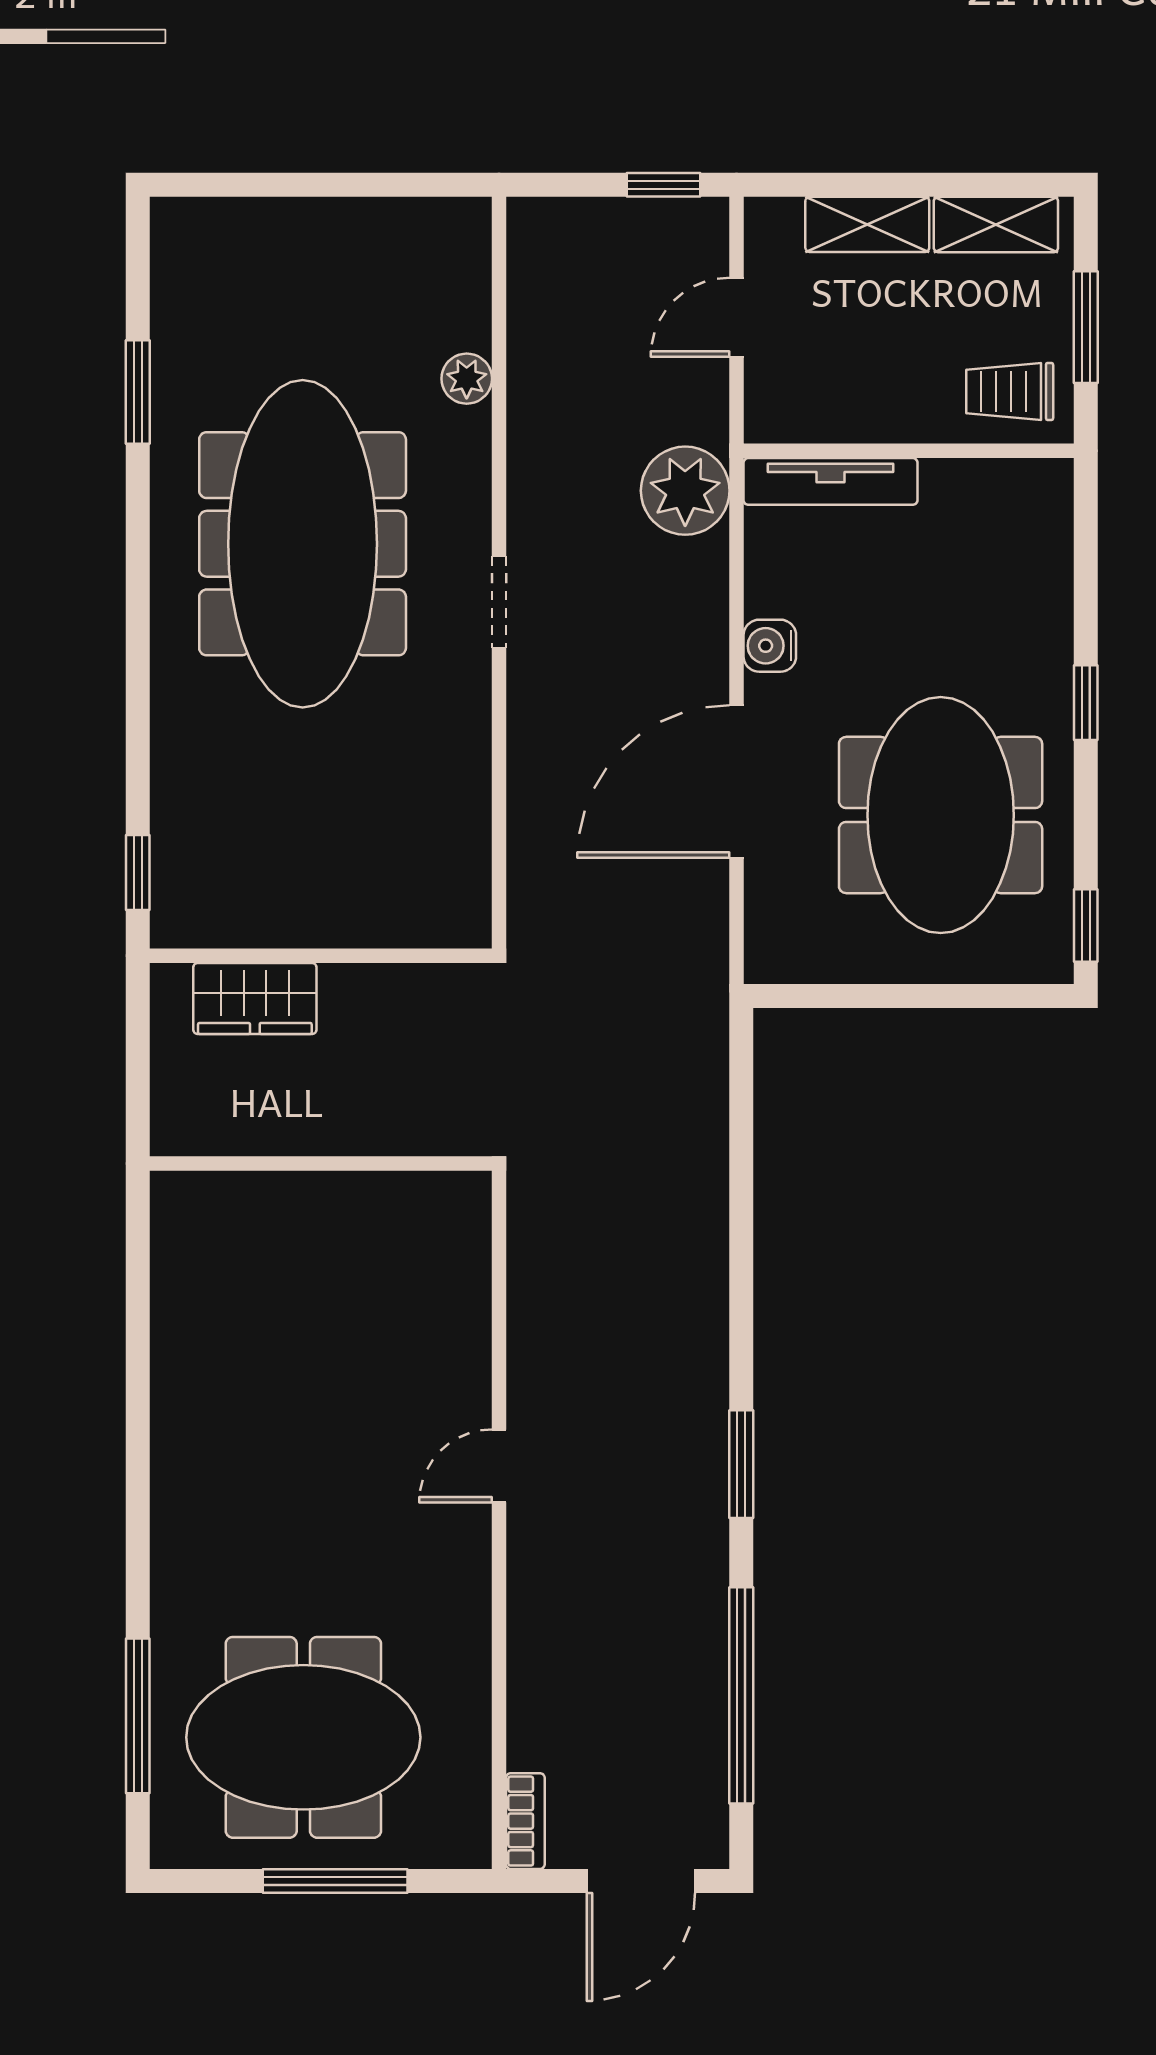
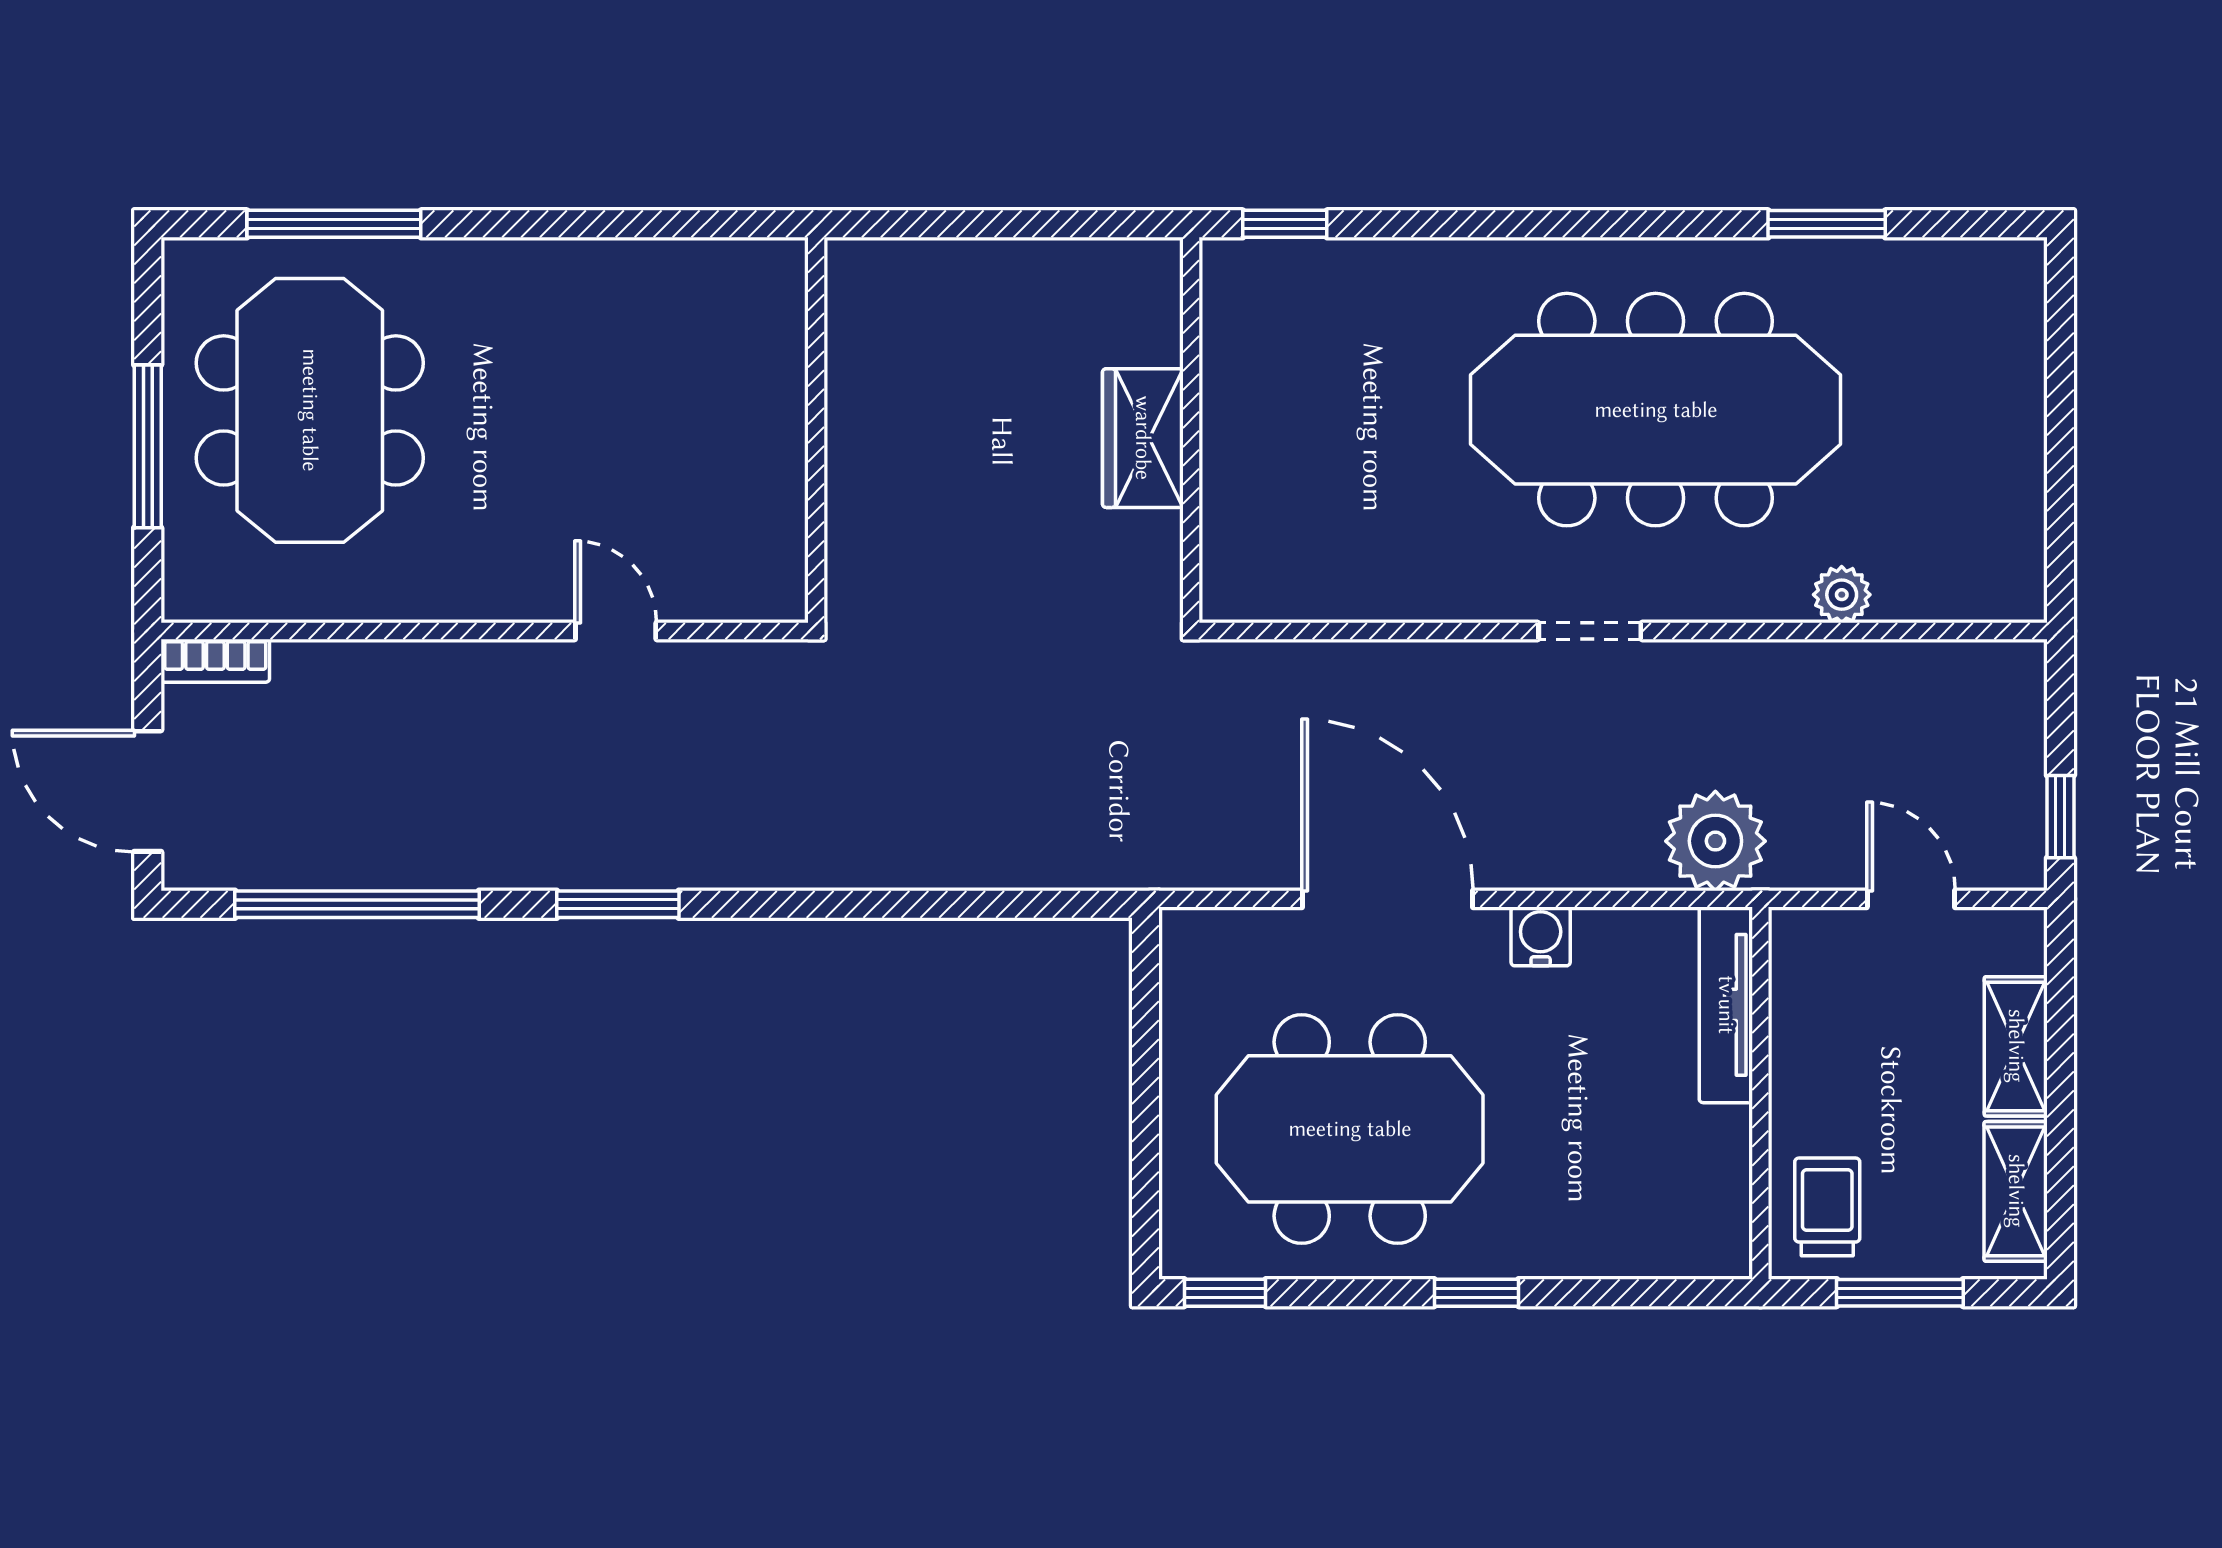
wardrobe: (255, 998) -> (1143, 438), moved
wall: (321, 1164) -> (816, 430), moved

